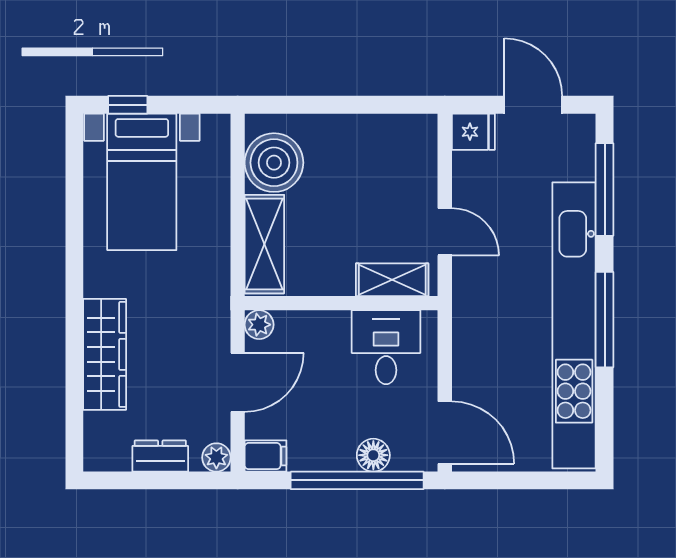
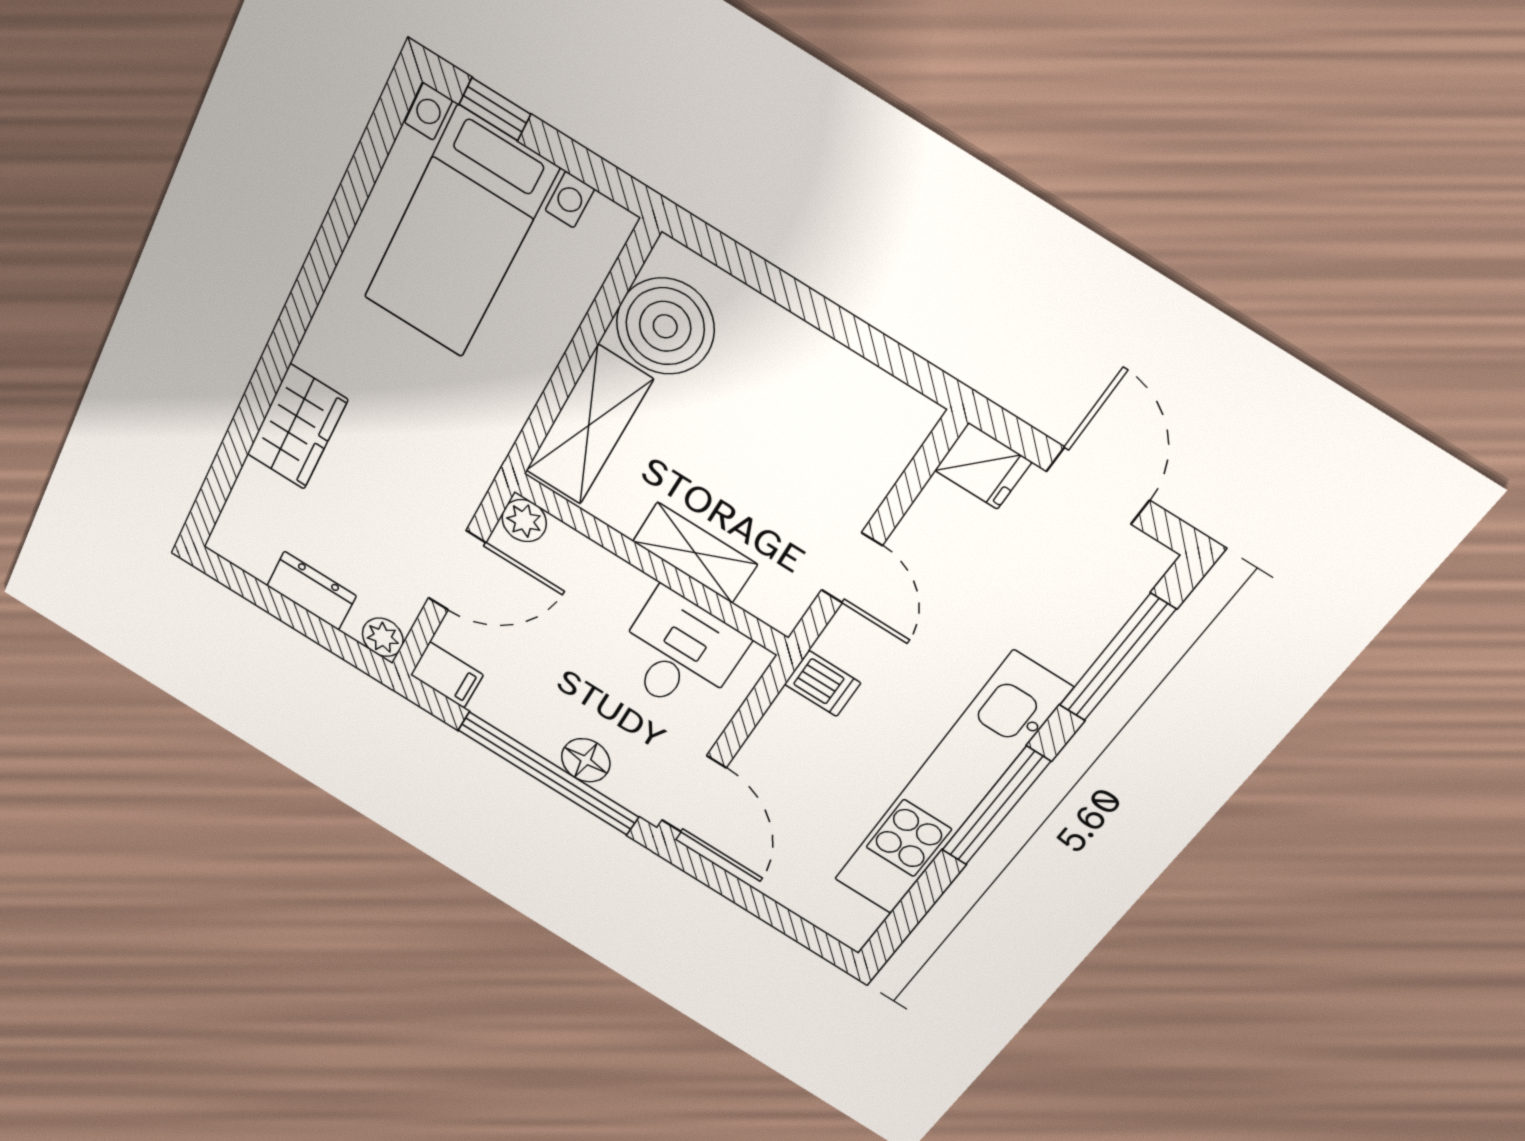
shelving: (392, 280) -> (695, 553), moved
dishwasher: (471, 311) -> (822, 684), added
kitchen unit: (574, 325) -> (950, 787), width x0.73
wardrobe: (105, 354) -> (297, 427), width x0.67

